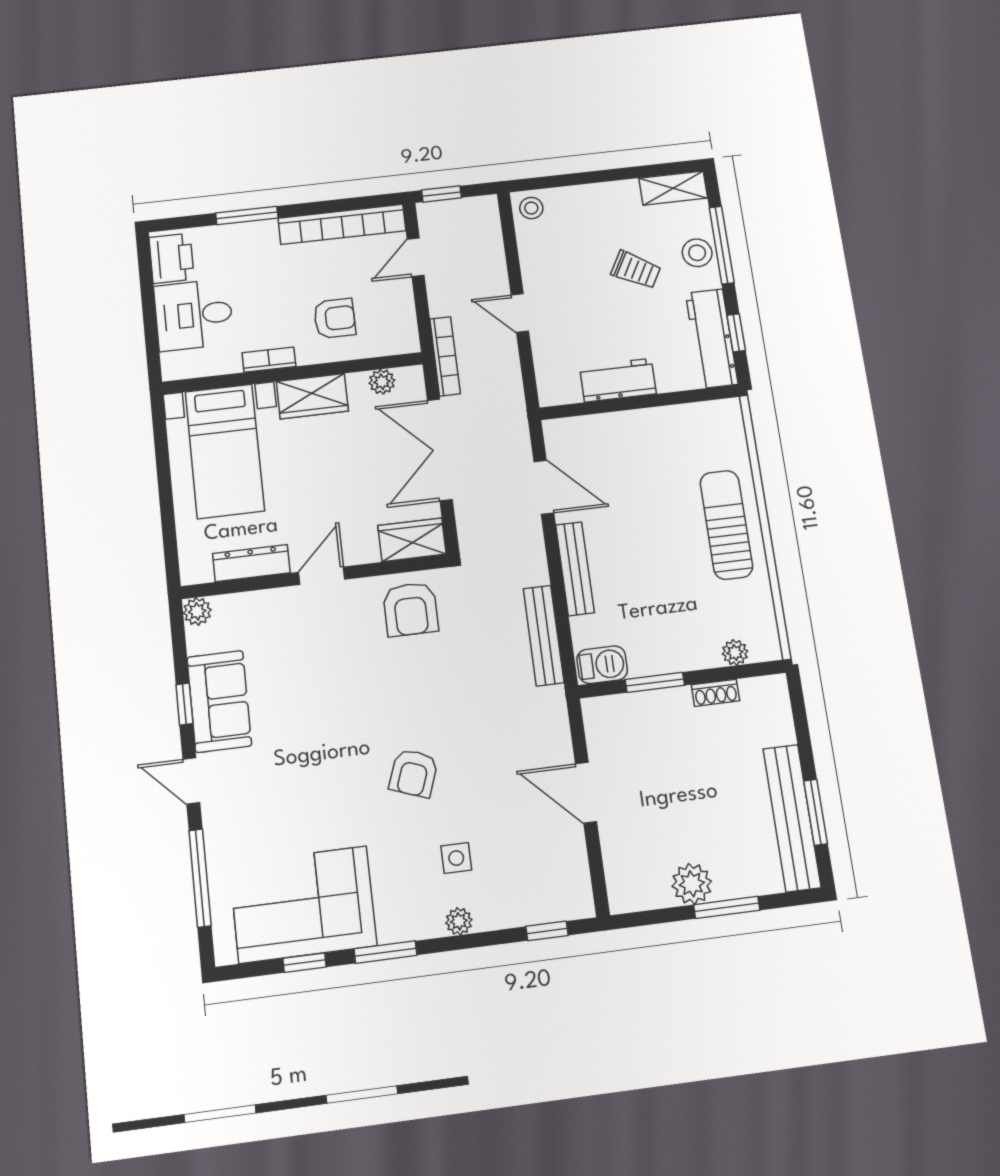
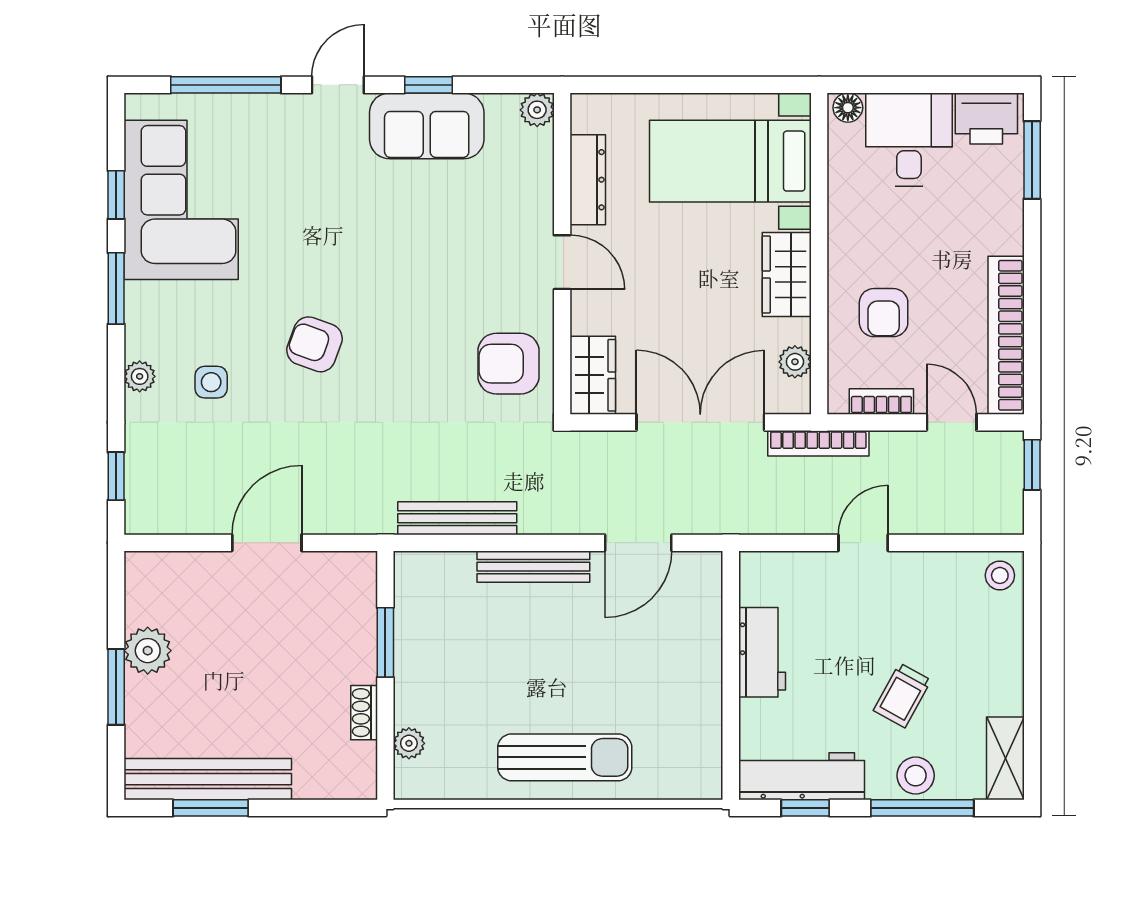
window: (247, 216) -> (1032, 160), moved
bookcase: (269, 360) -> (881, 401), moved, turned -90
floor lamp: (173, 365) -> (848, 108), added
barbecue: (602, 665) -> (414, 583), removed

